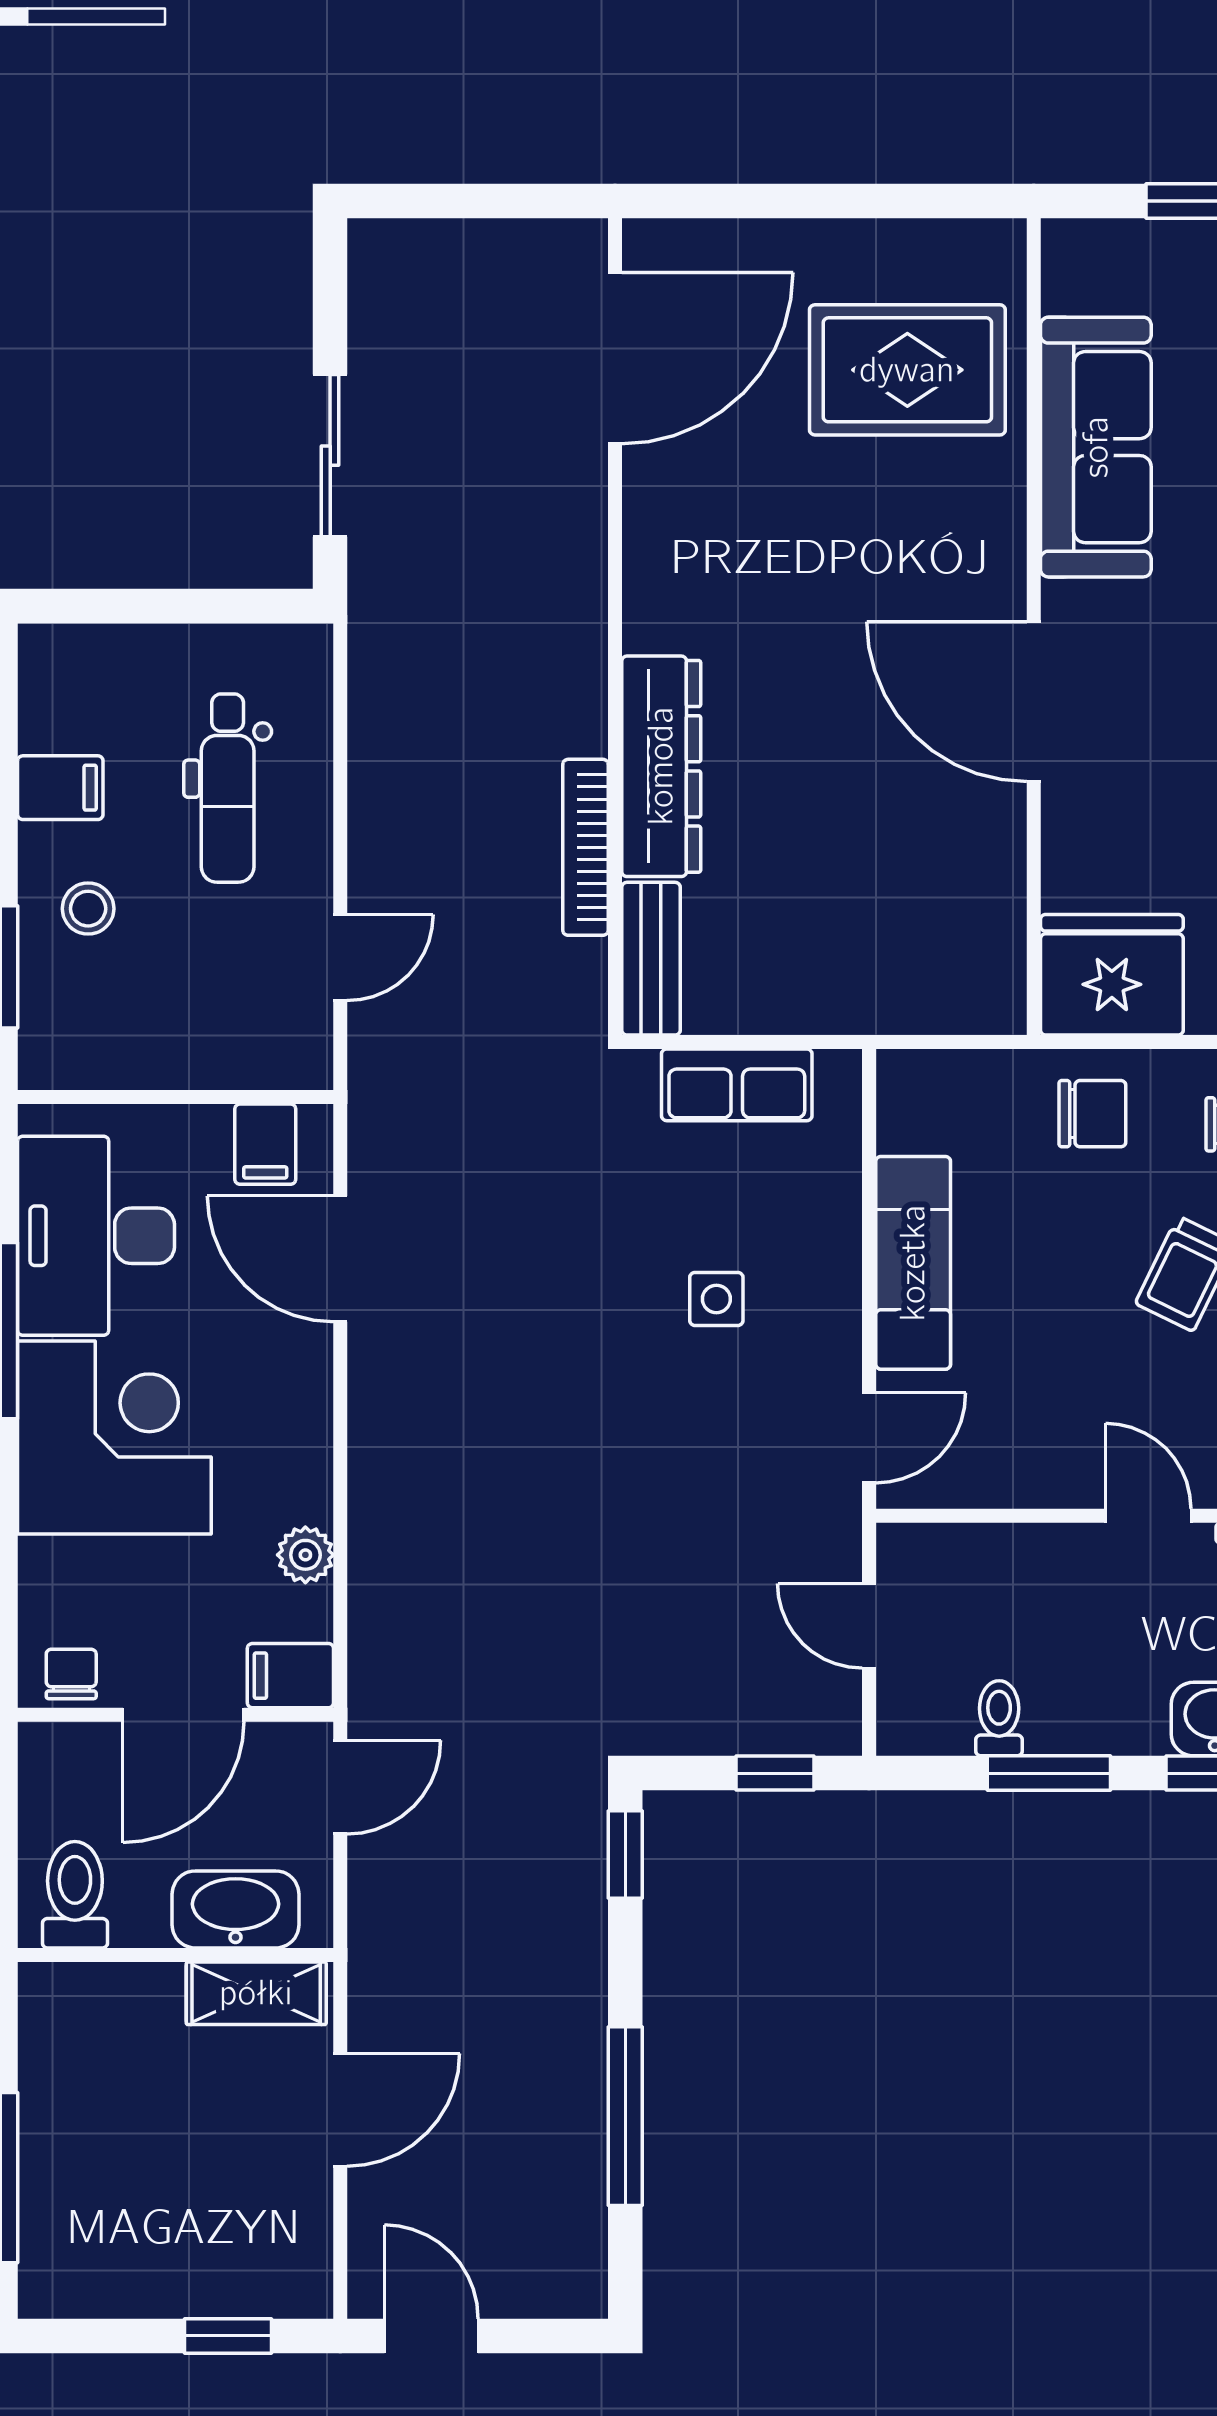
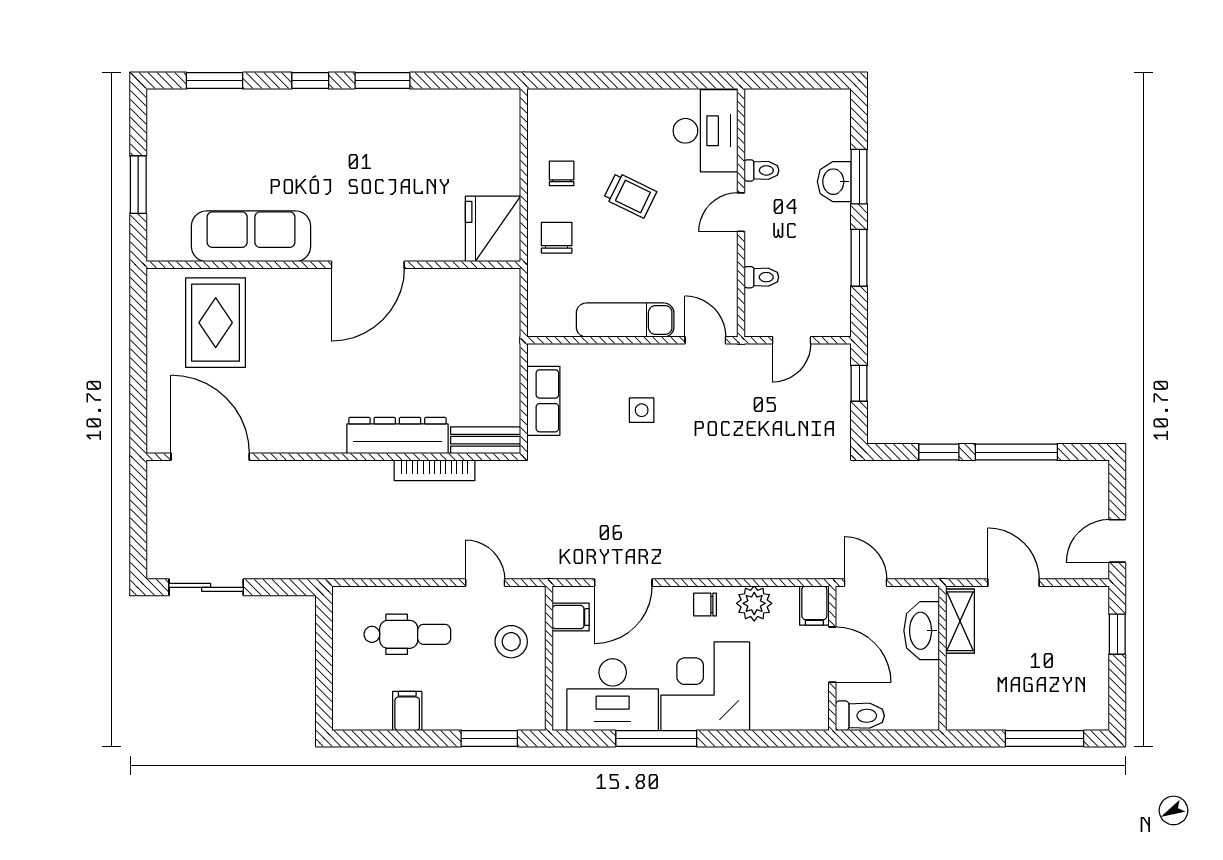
sliding door: (330, 456) -> (206, 587), moved
stool: (88, 909) -> (511, 642), moved, width x1.37, depth x1.37
plant: (305, 1555) -> (754, 603), width x1.38, depth x1.38
chair: (71, 1674) -> (705, 605), moved
toilet: (999, 1718) -> (761, 277), moved, turned 180
window: (625, 1854) -> (939, 452), moved
toilet: (75, 1895) -> (860, 716), moved, turned 180

